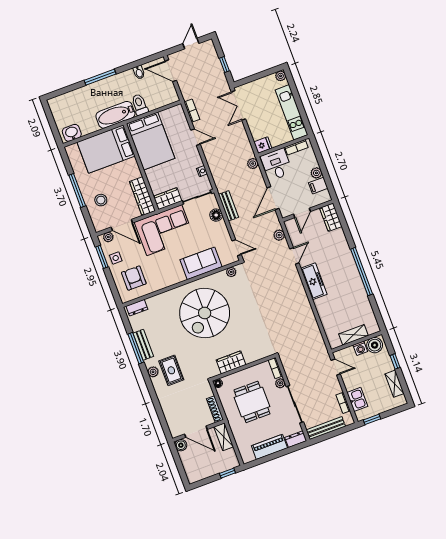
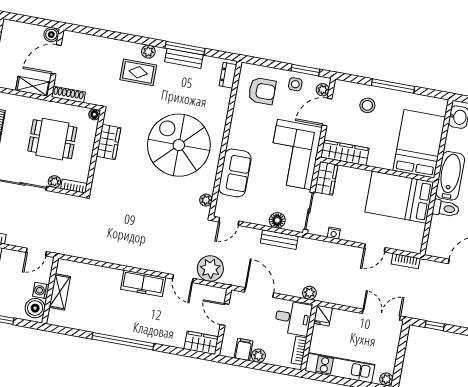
plant: (279, 235) -> (210, 269), width x1.87, depth x1.87

